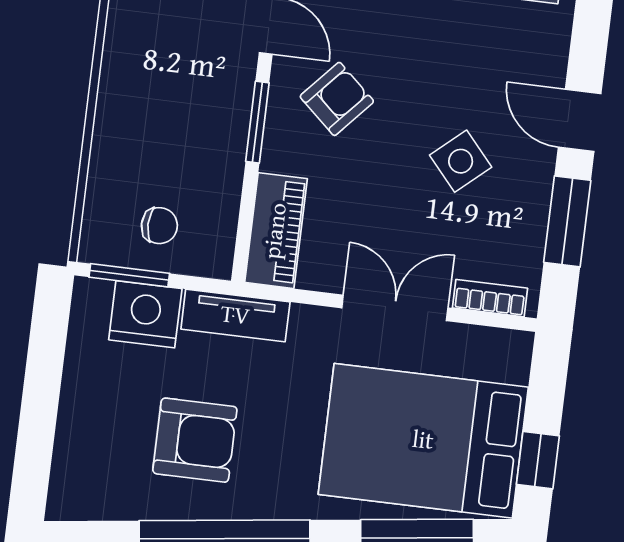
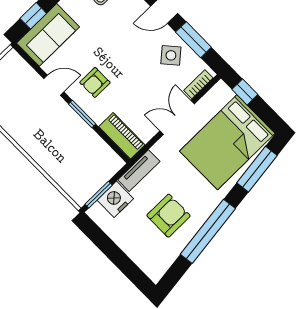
armchair: (337, 99) -> (95, 82), turned -132
side table: (461, 161) -> (171, 55), moved
chair: (159, 226) -> (90, 172), removed
window: (538, 460) -> (245, 92), moved

